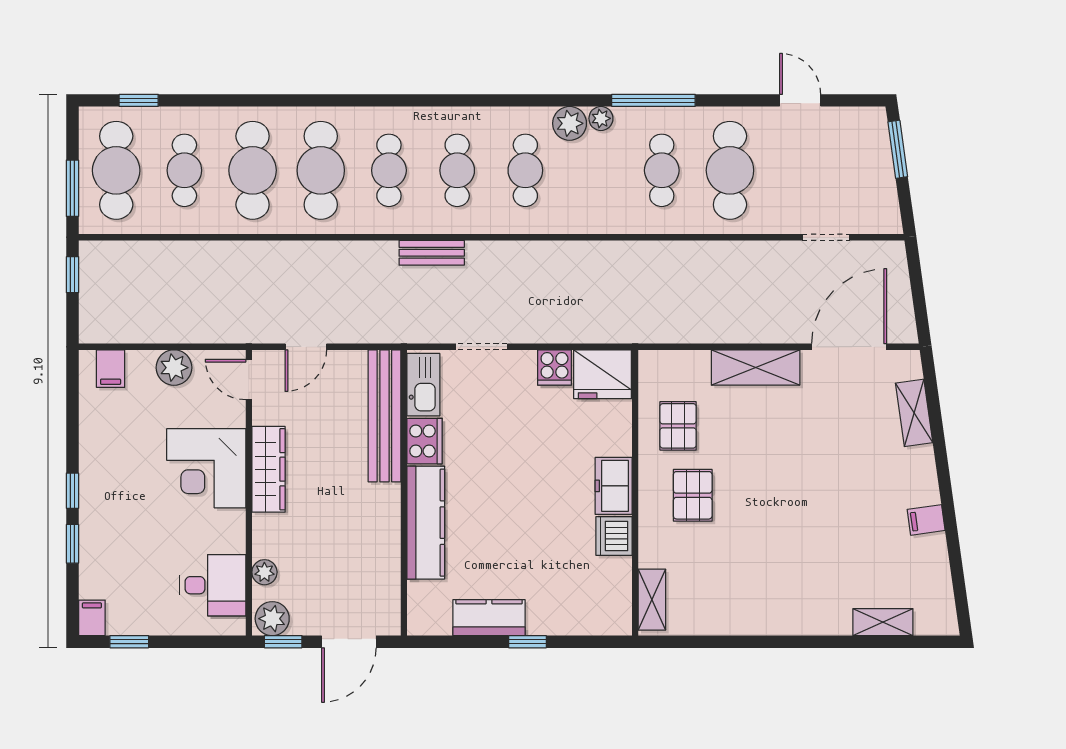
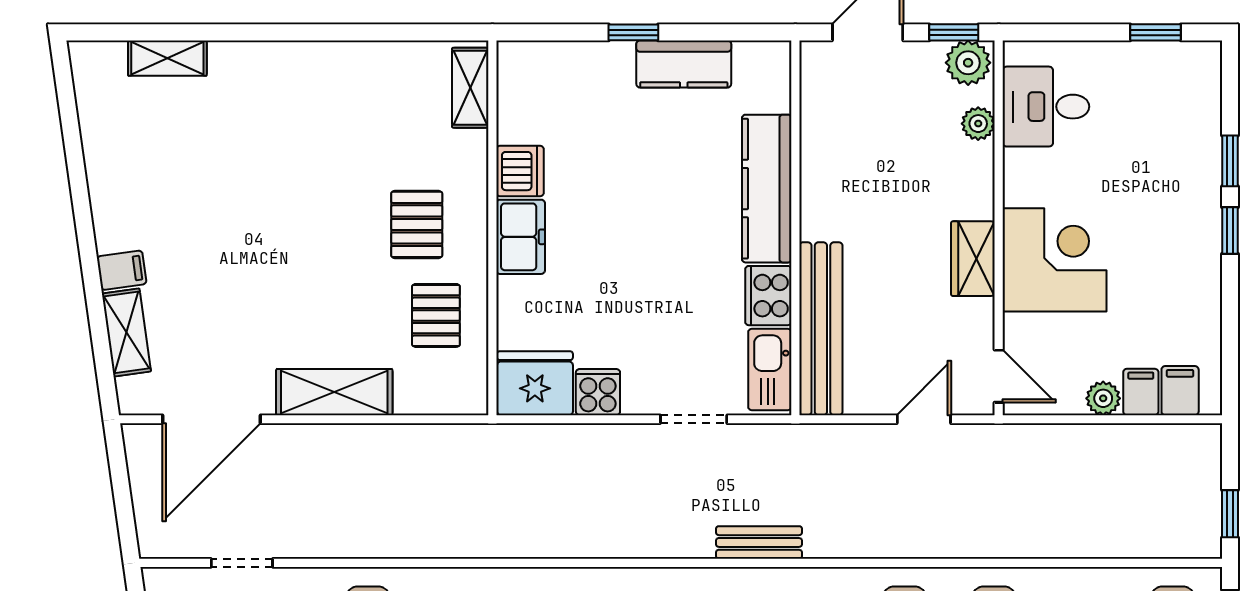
plant: (174, 368) -> (1103, 398), width x0.73, depth x0.73
wardrobe: (268, 469) -> (973, 259), width x0.67
filing cabinet: (926, 520) -> (122, 270), moved
filing cabinet: (92, 618) -> (1141, 392), moved, turned 180

